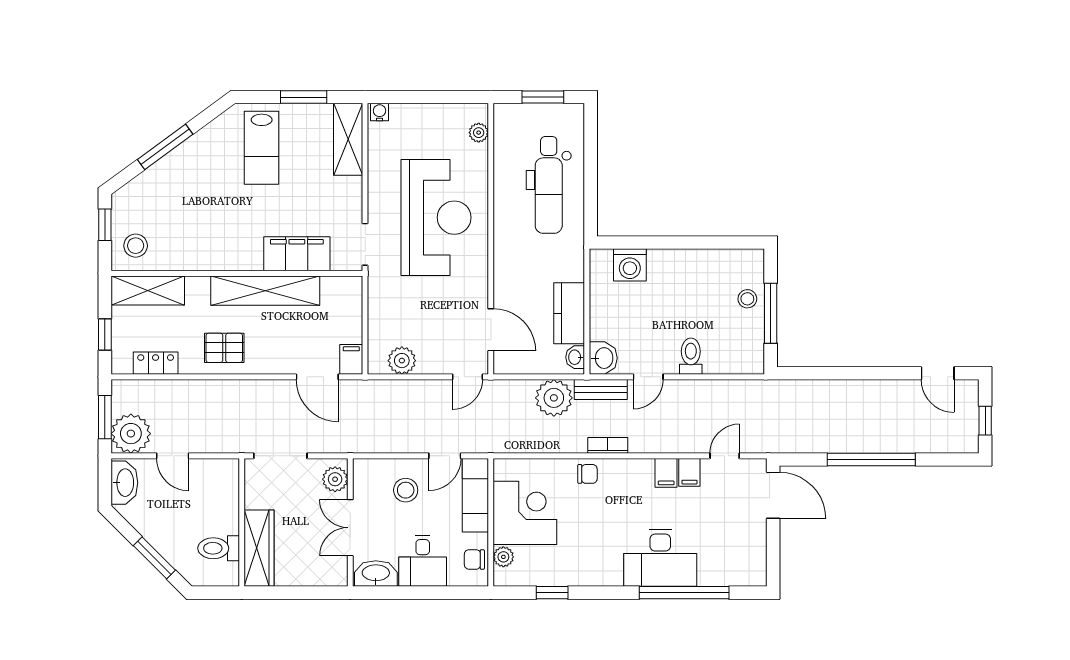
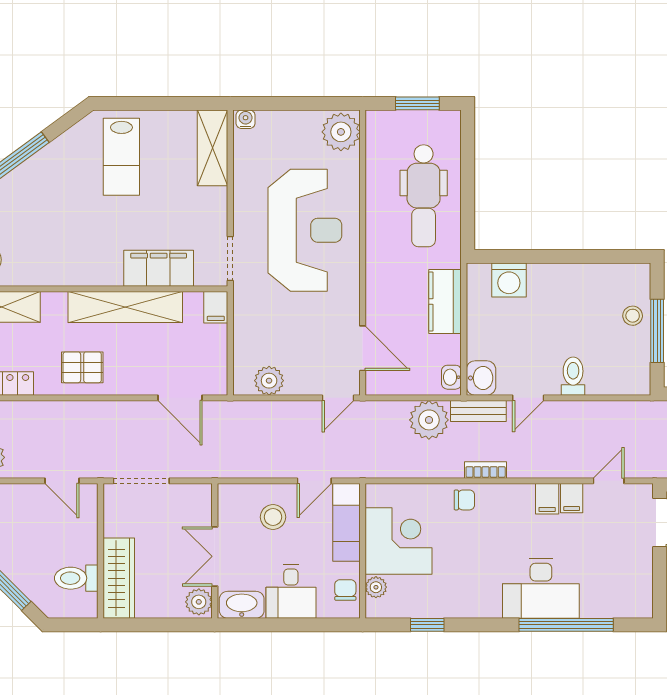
window: (304, 97) -> (166, 103), removed
plant: (479, 133) -> (341, 132), width x1.88, depth x1.88
kitchen counter: (569, 313) -> (445, 302), moved
filing cabinet: (351, 359) -> (216, 307), moved, turned 180
door: (173, 456) -> (62, 481), moved
plant: (335, 479) -> (199, 602), moved
chair: (474, 559) -> (345, 590), turned 90

